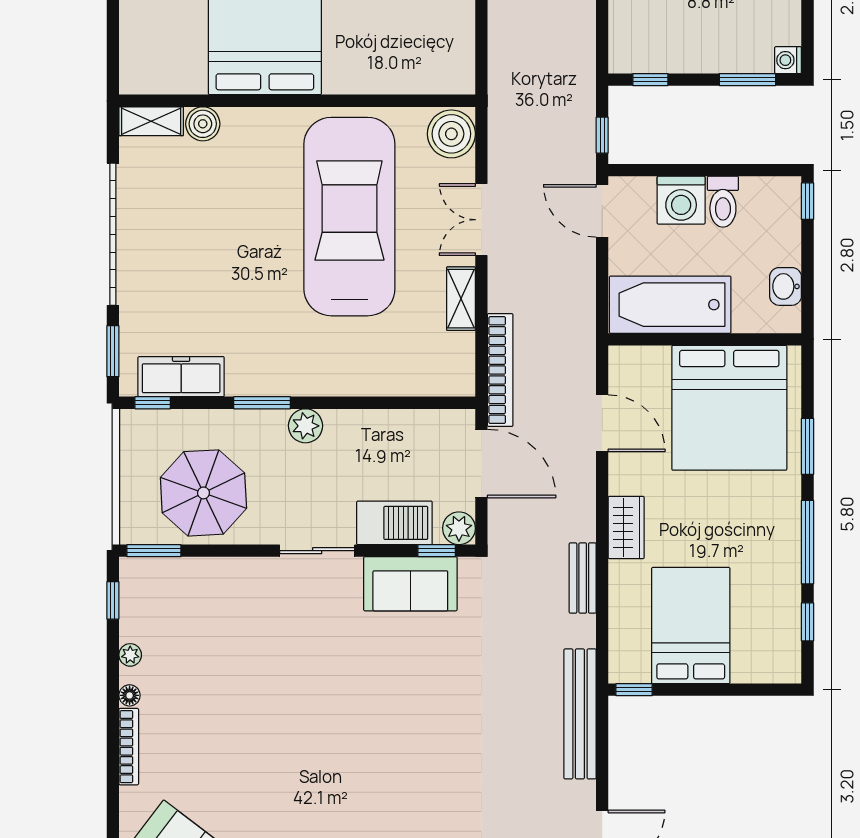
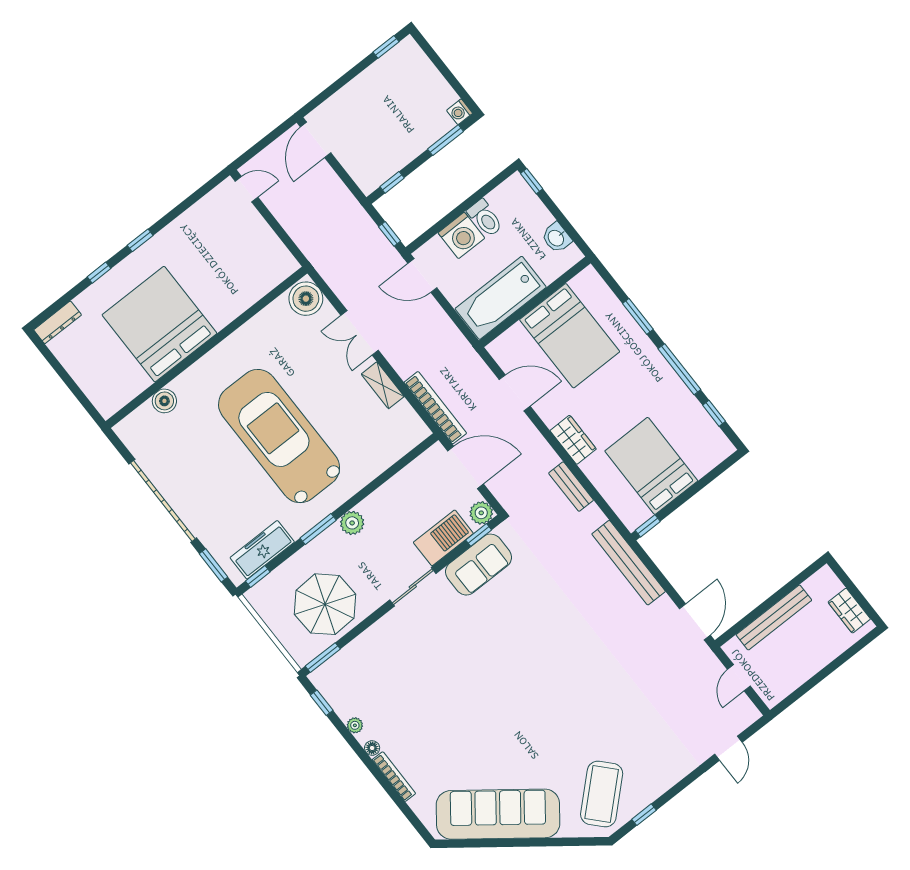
shelving: (151, 121) -> (135, 422), removed
car: (349, 217) -> (279, 436), moved
bed: (729, 408) -> (570, 336), width x0.73

